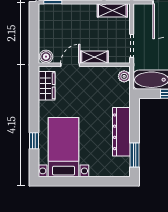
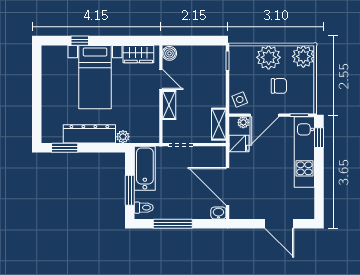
plant: (124, 76) -> (123, 137), moved
bed with nightstands: (64, 147) -> (95, 77), moved, turned 90

